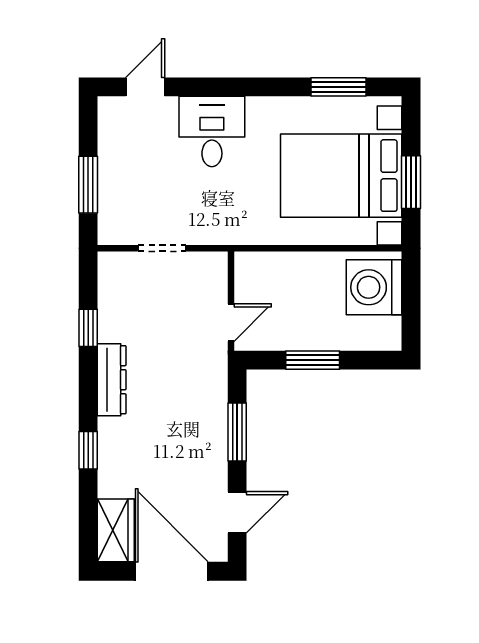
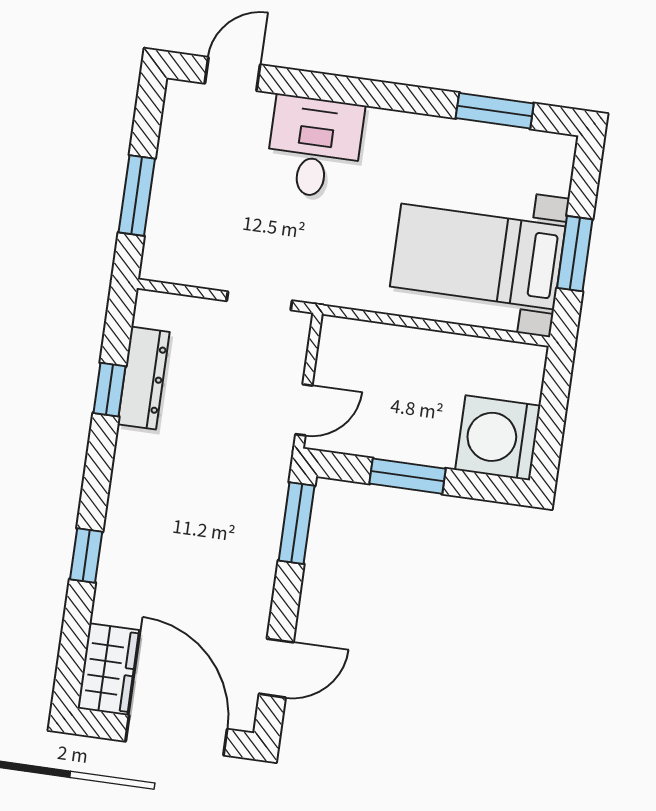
bed with nightstands: (341, 176) -> (478, 256), width x0.73
doorway: (162, 248) -> (259, 301), moved
washing machine: (374, 287) -> (498, 438), moved
dresser: (112, 380) -> (143, 378), moved
window: (237, 432) -> (297, 523), moved

